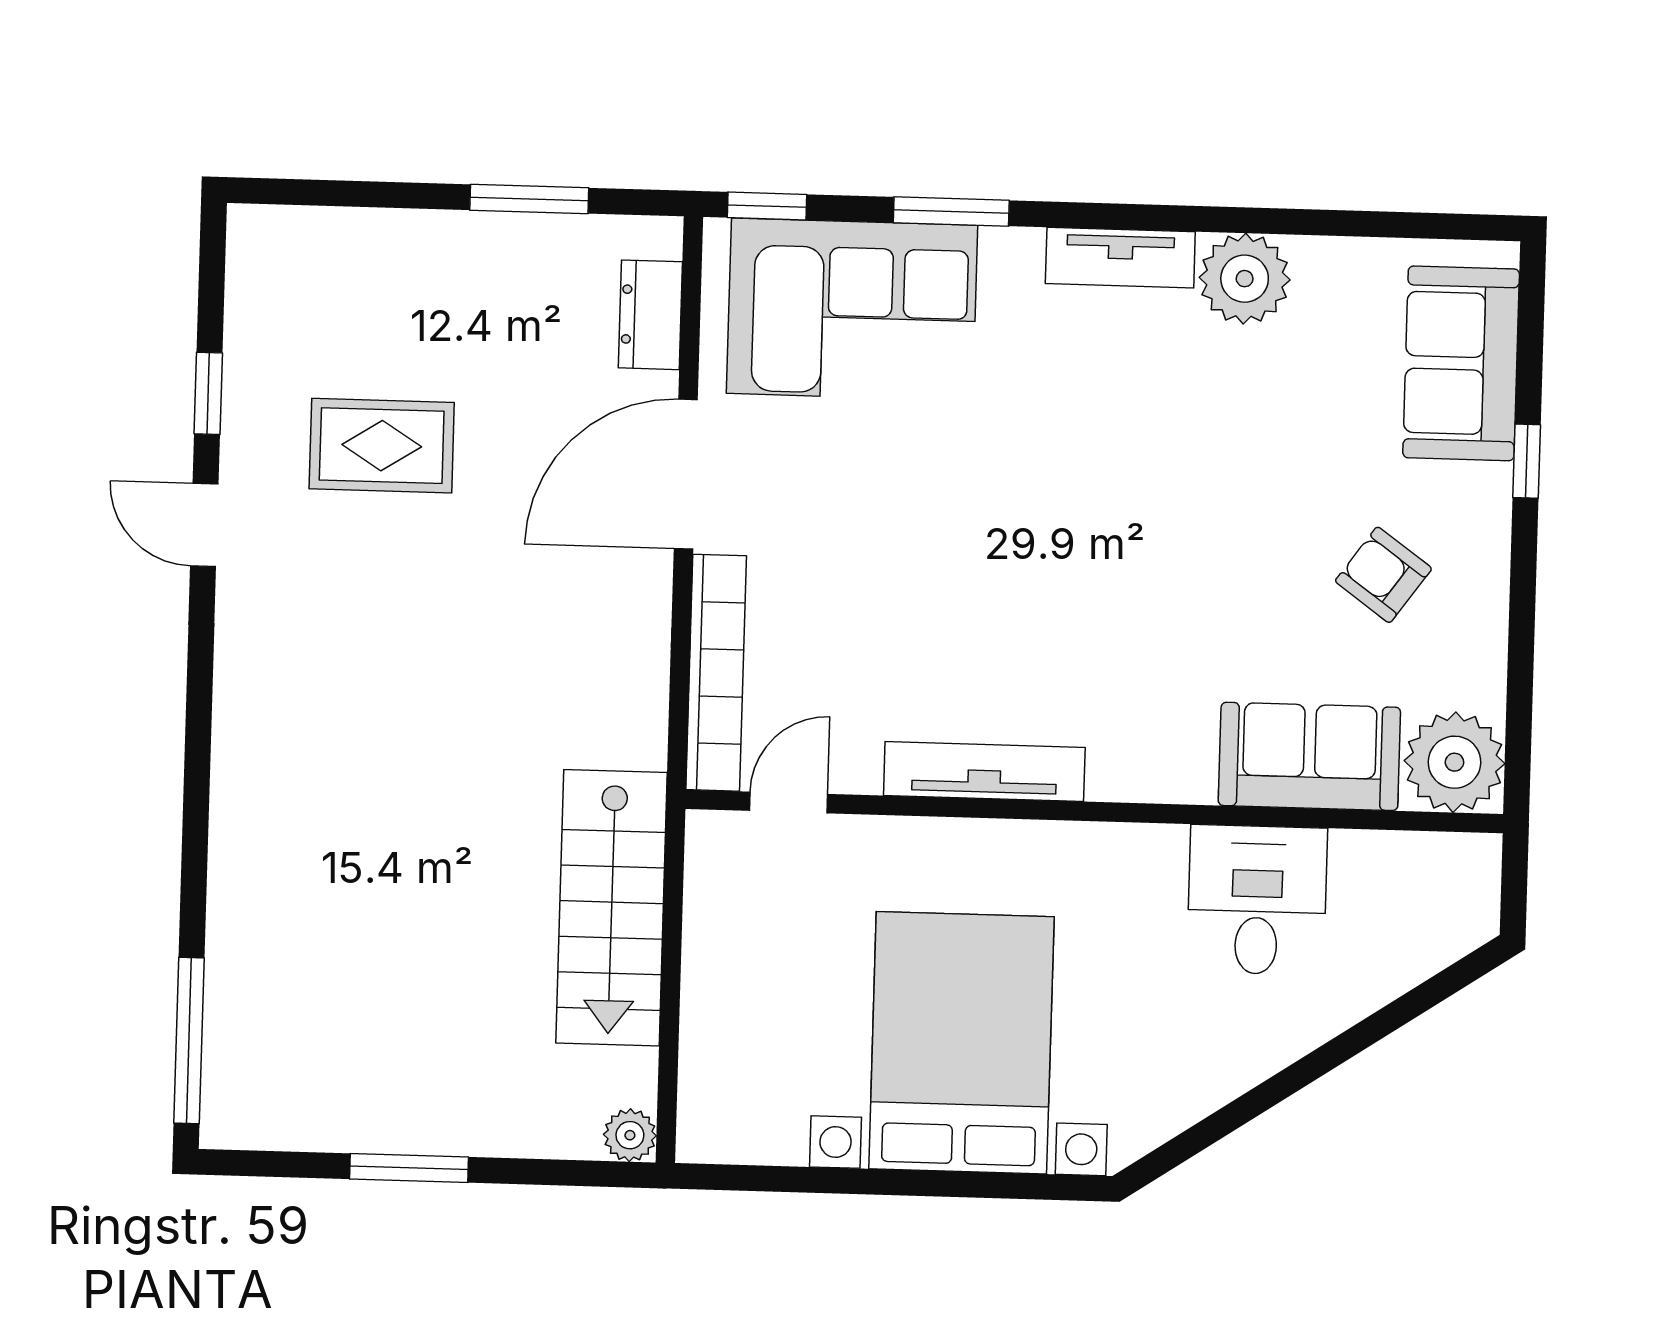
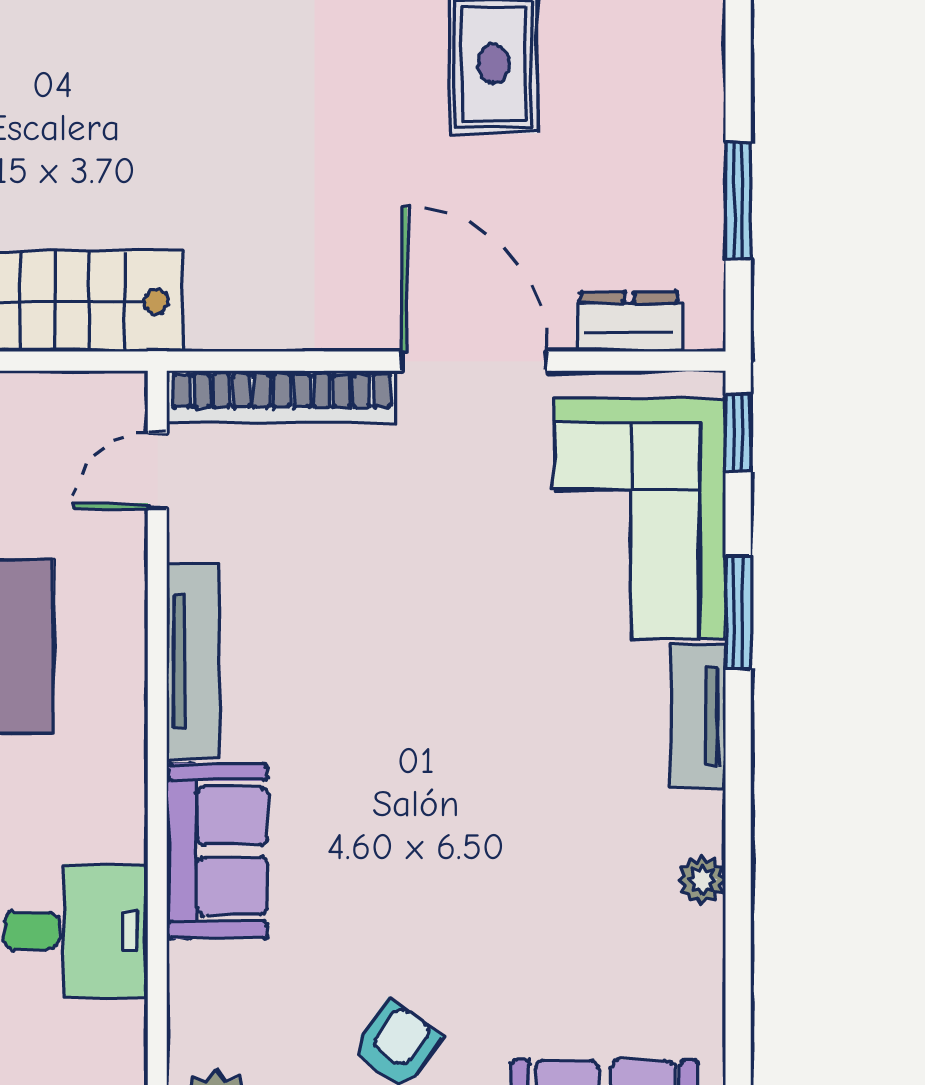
tv unit: (1120, 258) -> (698, 716), moved
plant: (1245, 279) -> (702, 880), width x0.53, depth x0.53
sofa: (1309, 756) -> (217, 851), moved
door: (789, 802) -> (157, 471), swing flipped

